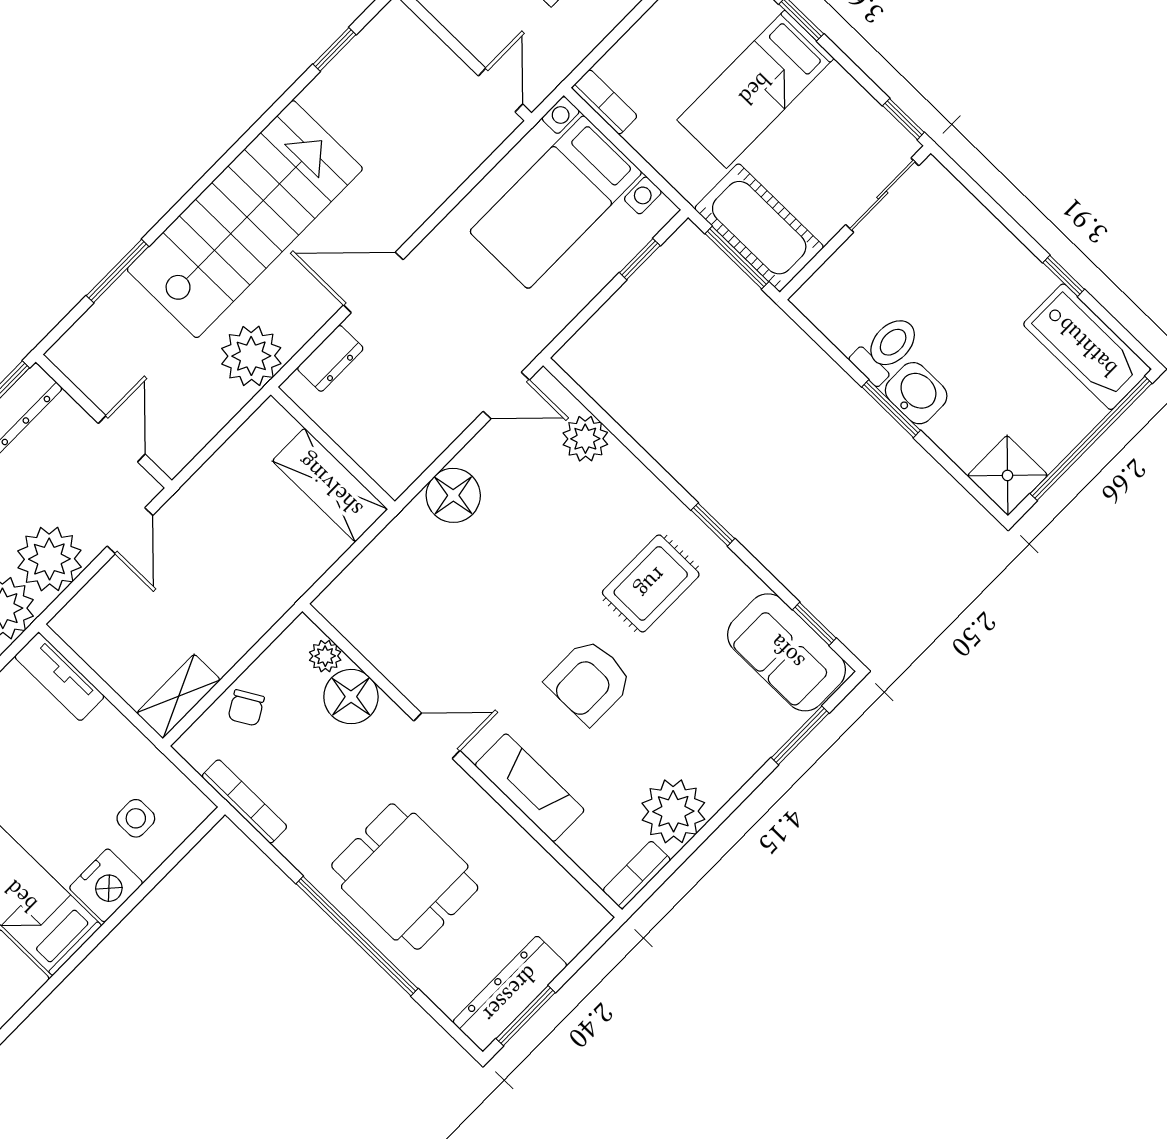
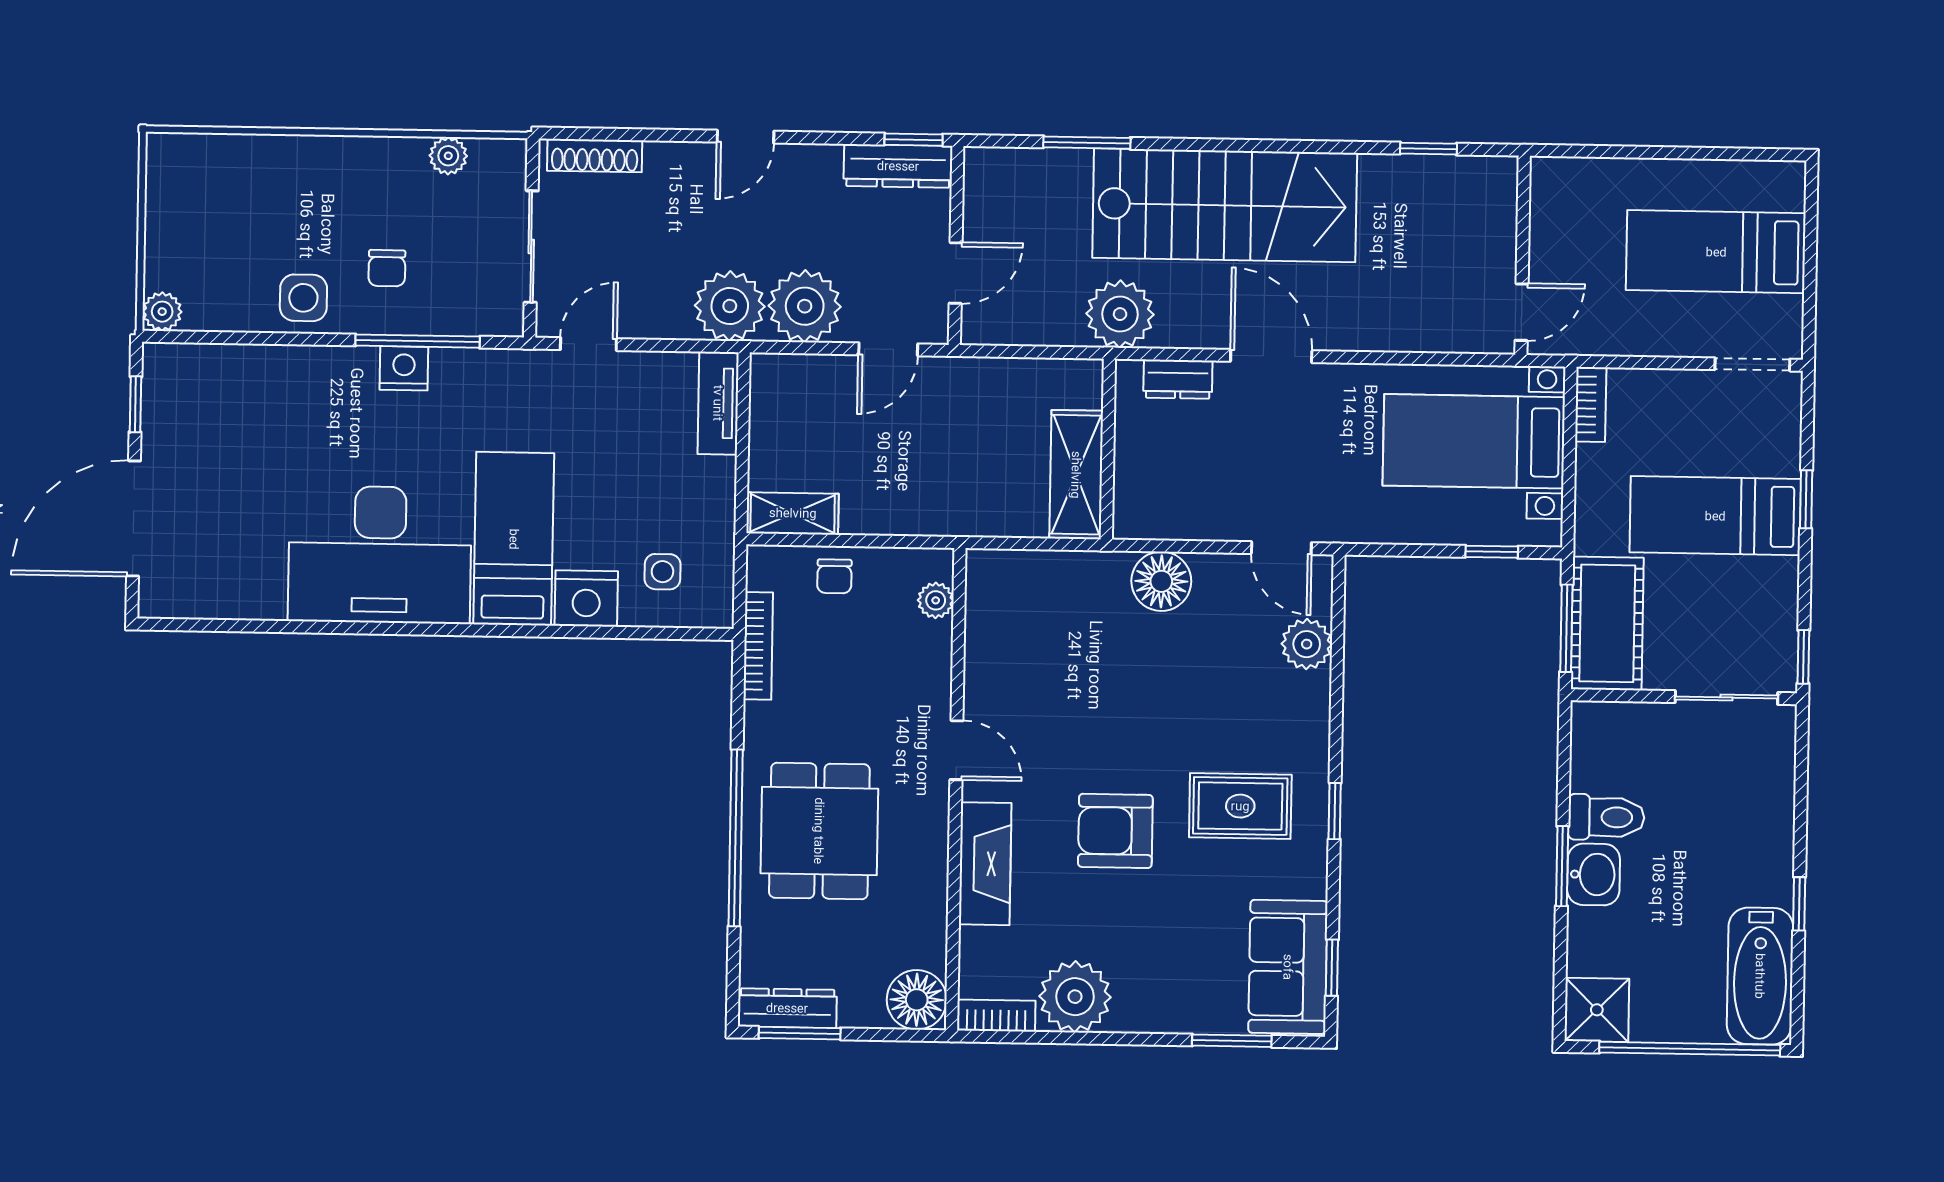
floor lamp: (351, 697) -> (917, 1000), moved
chair: (246, 708) -> (834, 576), turned -60
dresser: (510, 994) -> (787, 1008), width x0.73, depth x0.80

